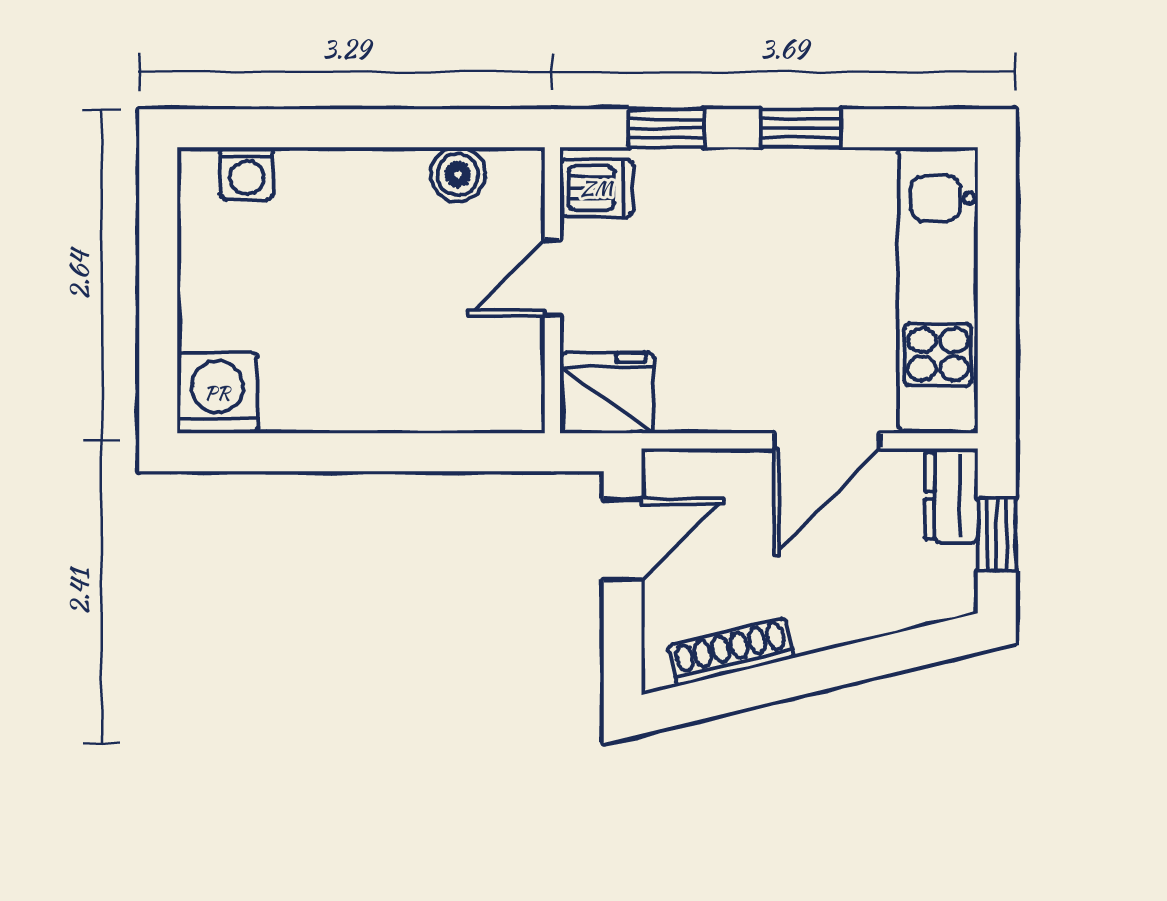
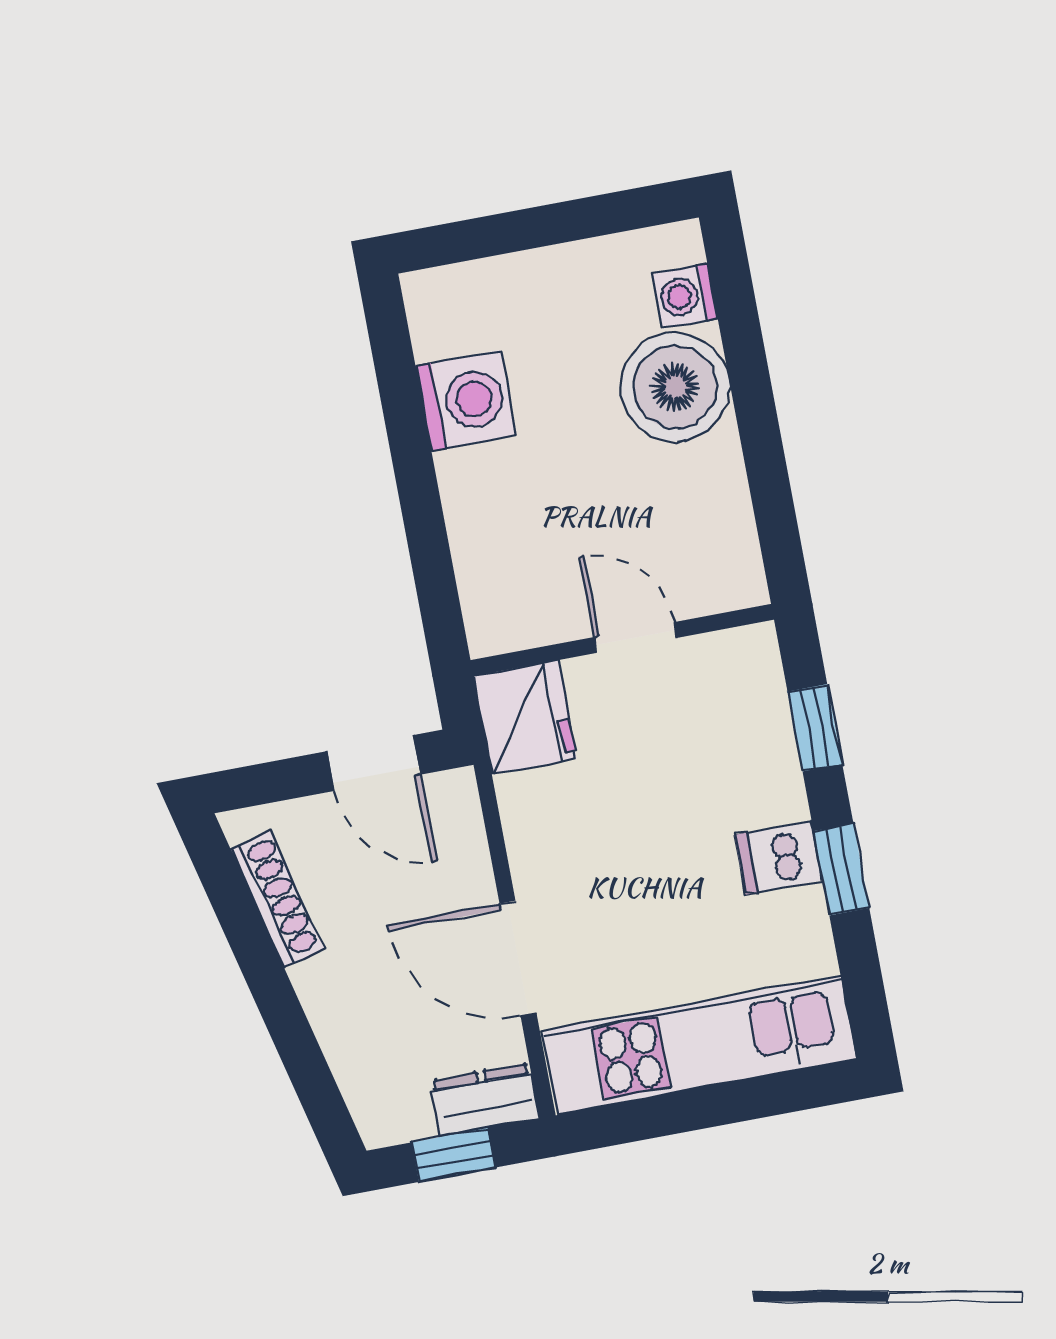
boiler: (458, 174) -> (675, 387), moved, width x1.86, depth x1.86
dishwasher: (597, 188) -> (779, 858), moved, turned 90
washing machine: (217, 393) -> (466, 400), moved

